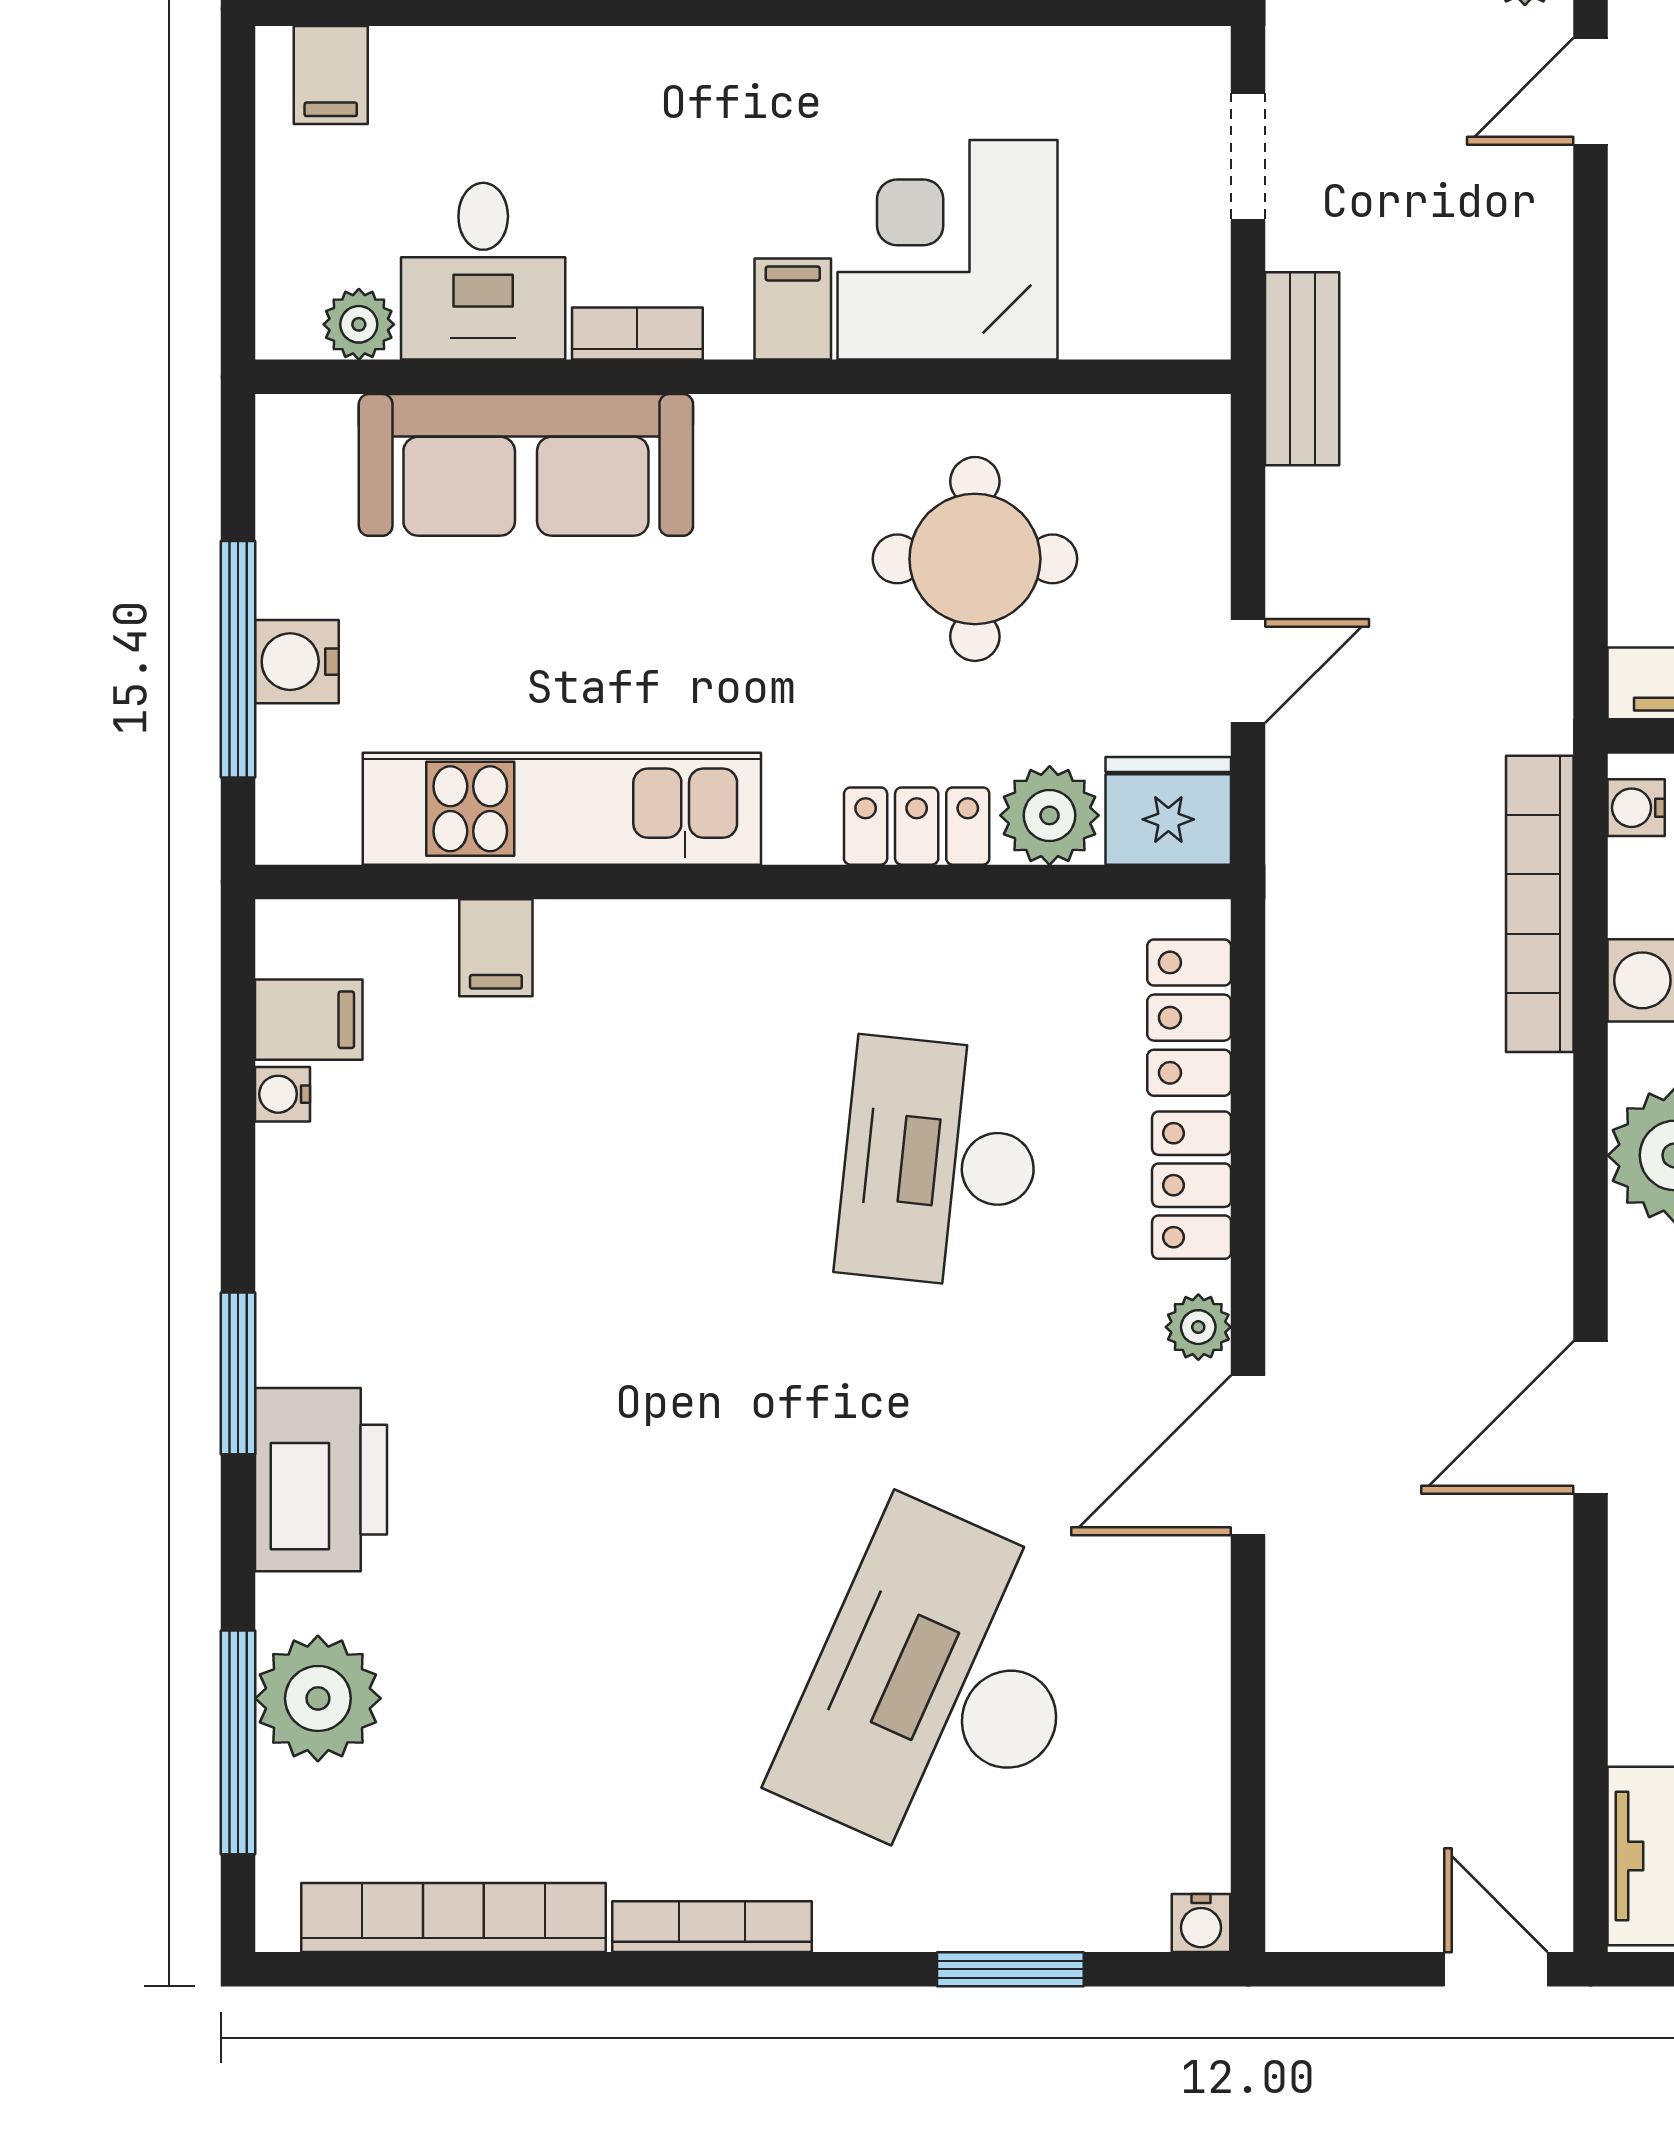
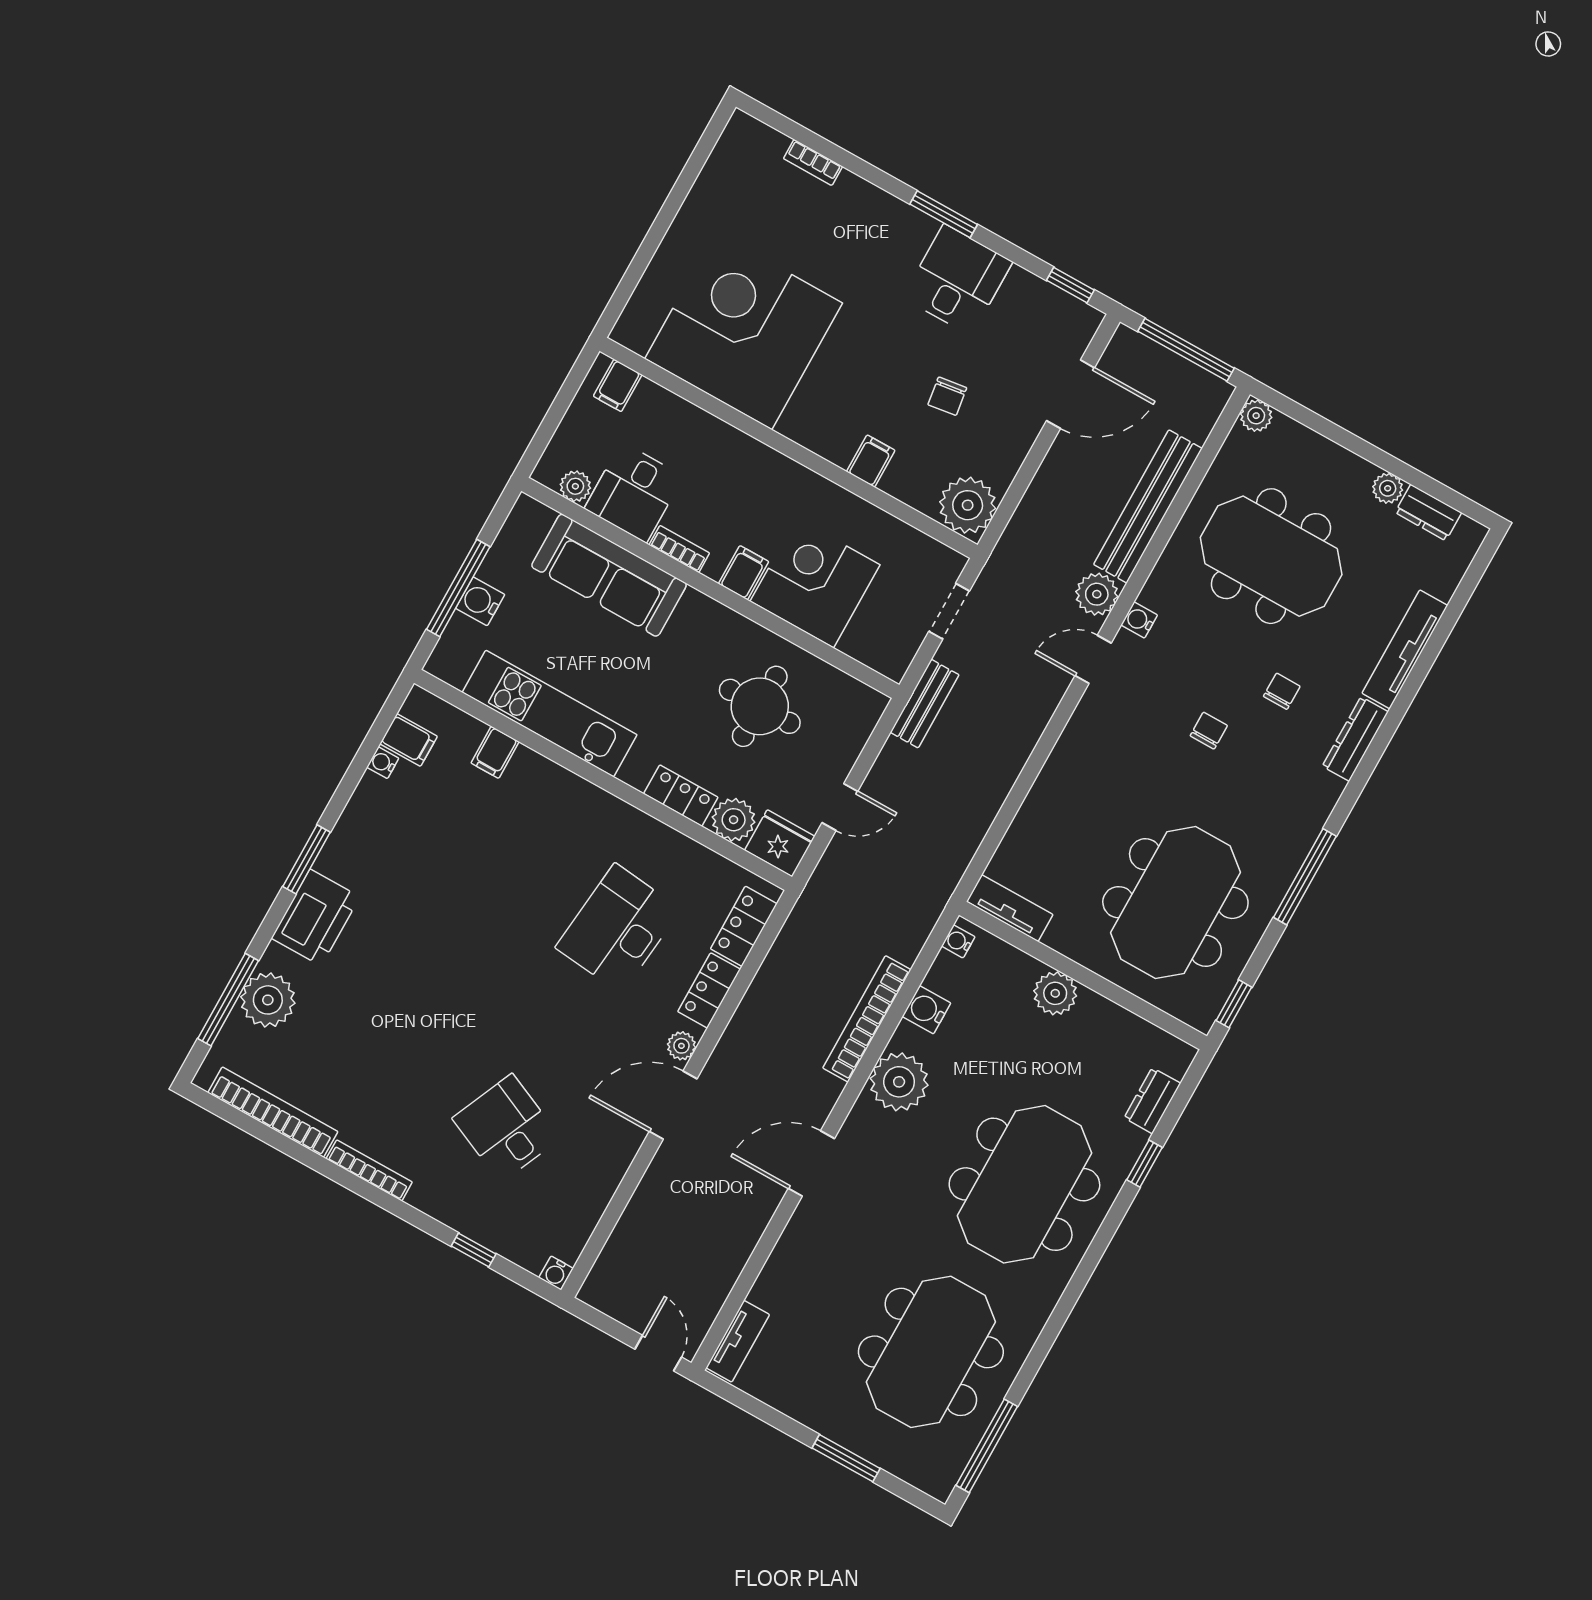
bookcase: (1540, 904) -> (867, 1019), moved
desk: (940, 1688) -> (506, 1128), width x0.53, depth x0.77
window: (1010, 1969) -> (474, 1250), width x0.67

